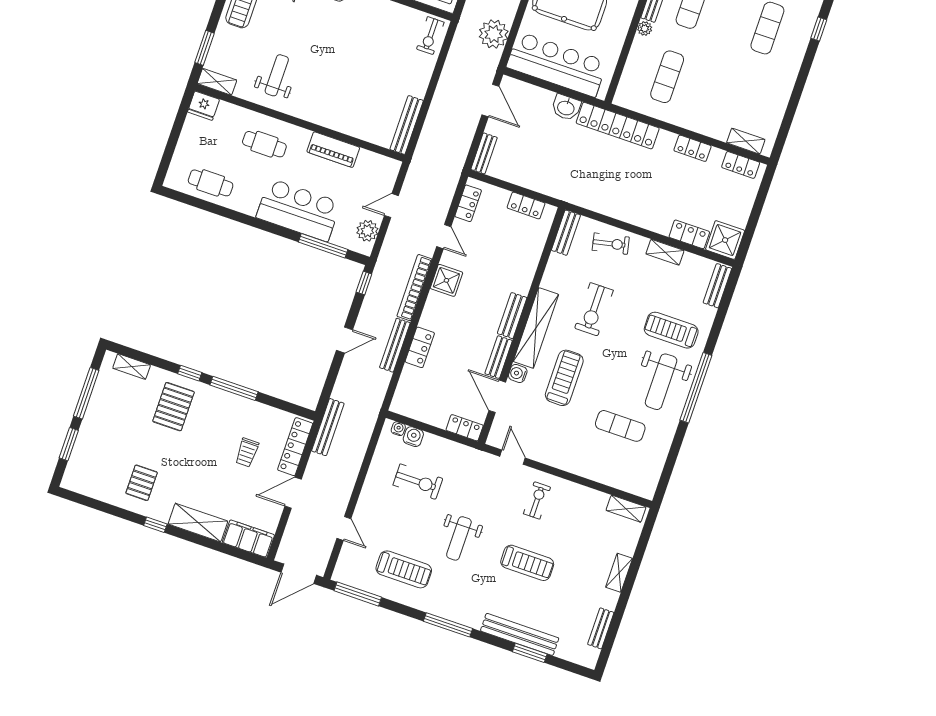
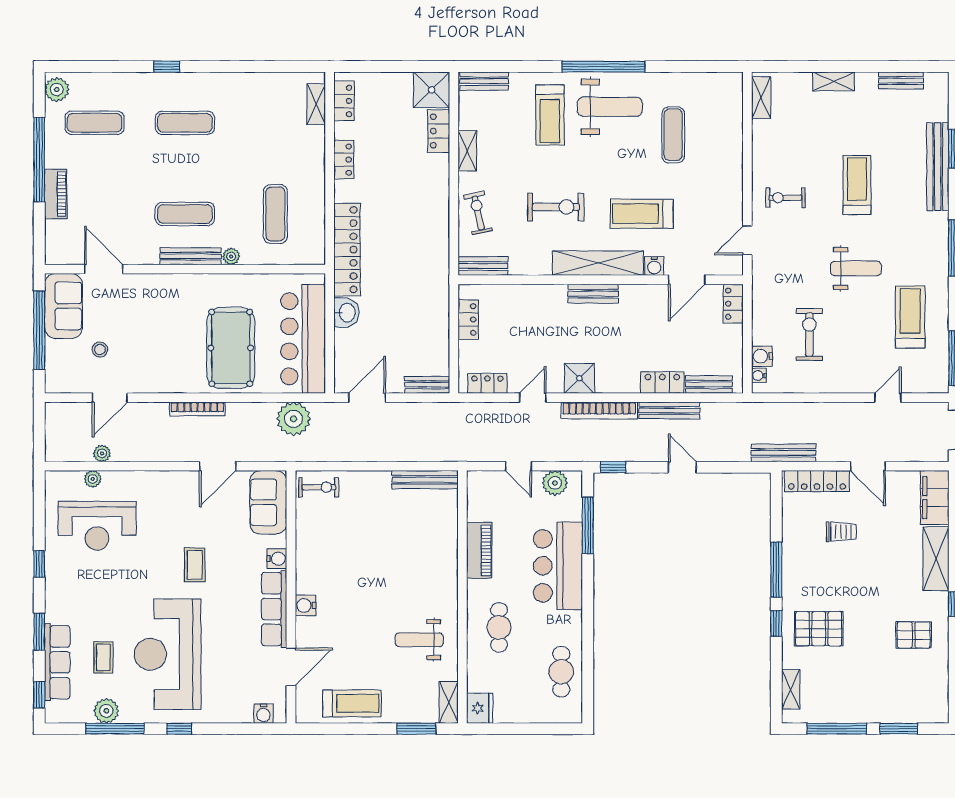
exercise mat: (667, 77) -> (275, 214), turned 90
bench: (499, 357) -> (709, 384), moved

